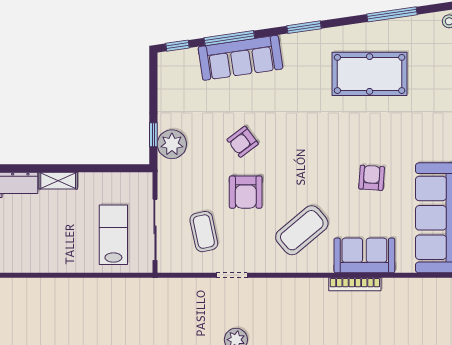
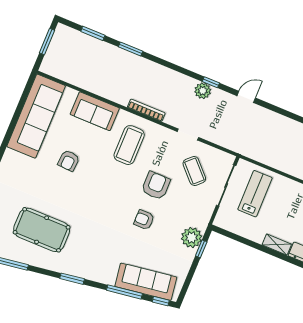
sofa: (240, 58) -> (146, 282), moved
armchair: (243, 142) -> (144, 220), turned -143
coffee table: (302, 230) -> (129, 145), turned -50
coffee table: (204, 232) -> (194, 171), turned -32
lab bench: (113, 235) -> (255, 194), turned 180
bookcase: (355, 284) -> (146, 110), moved

